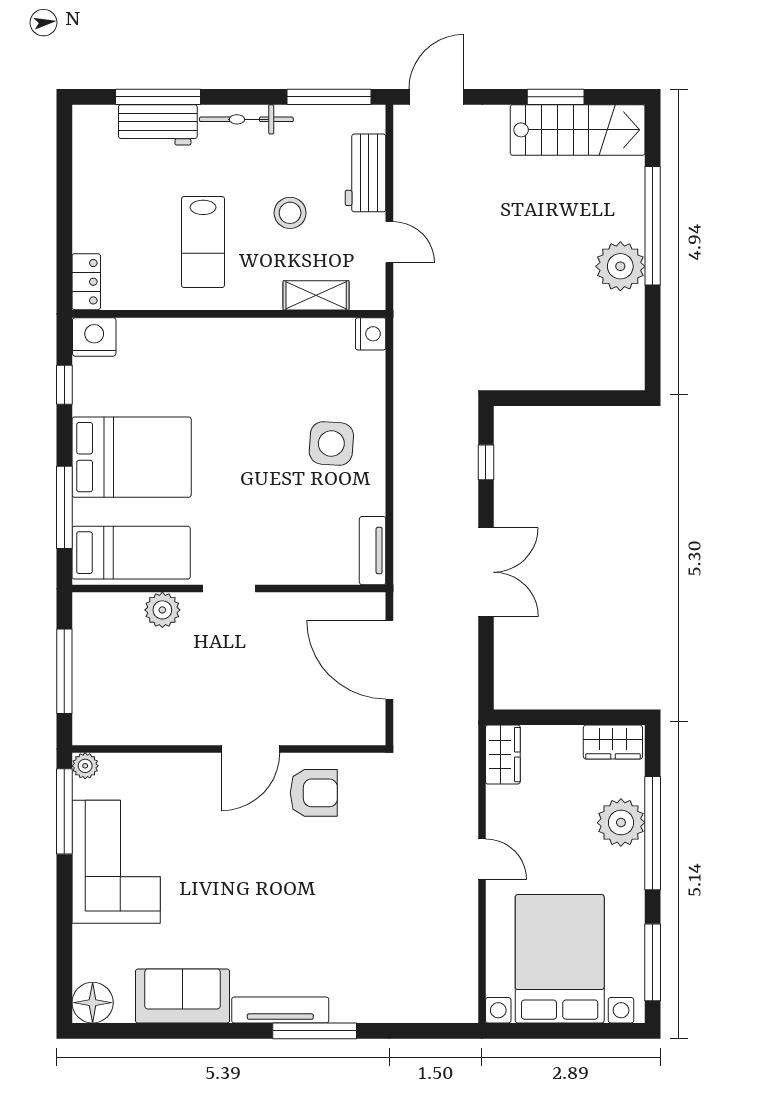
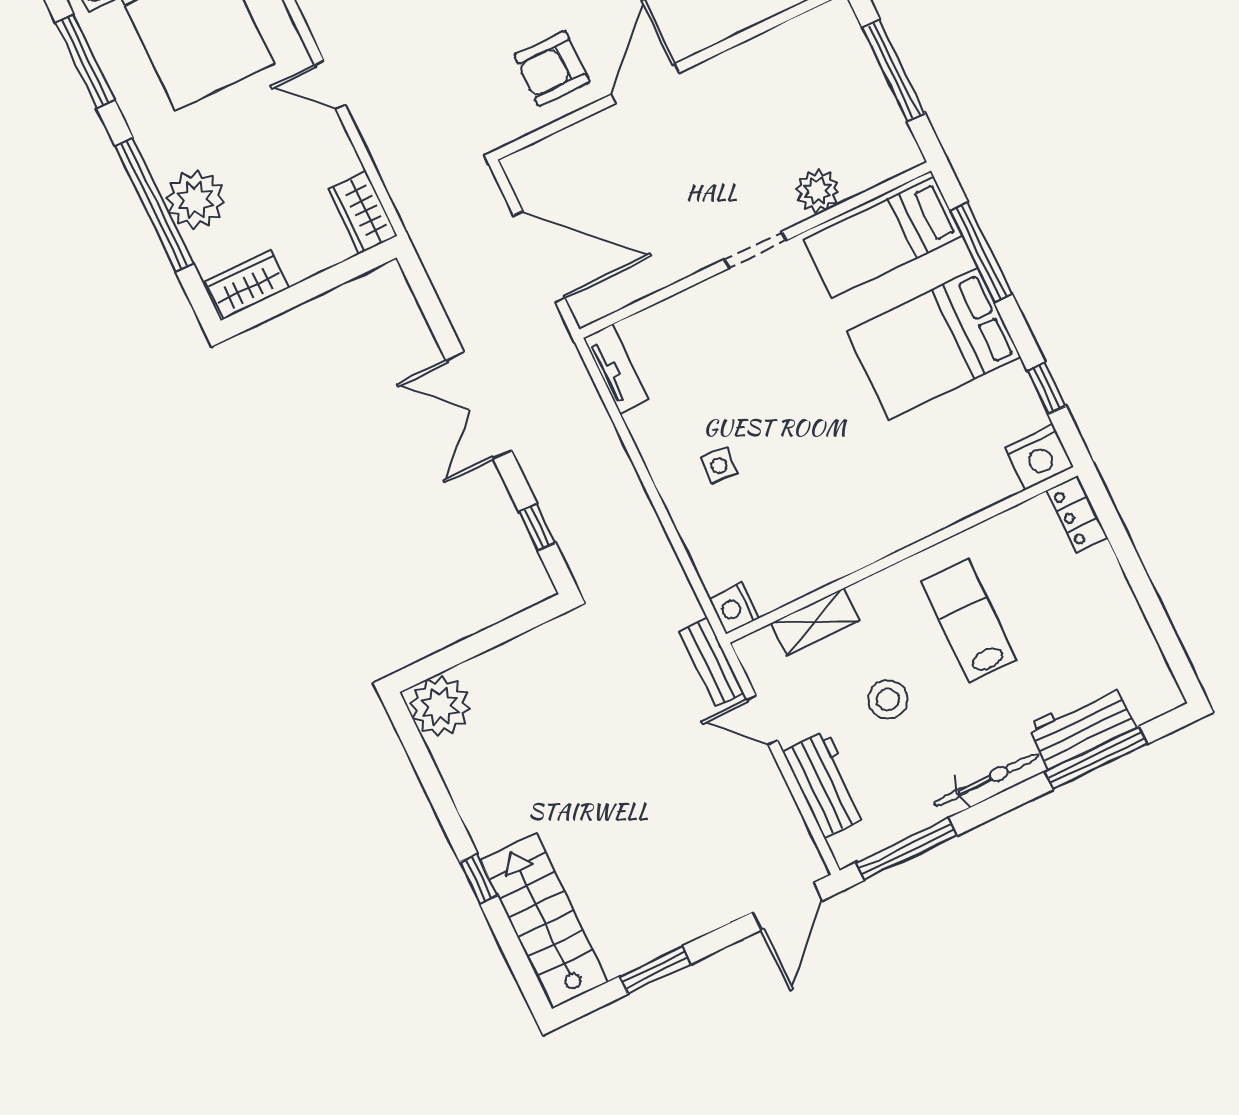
stairs: (578, 130) -> (544, 921), moved, turned 90
window: (653, 226) -> (479, 879), width x0.32
plant: (620, 266) -> (440, 706), moved
bench: (406, 303) -> (711, 662), added
side table: (331, 443) -> (719, 466), width x0.54, depth x0.54

